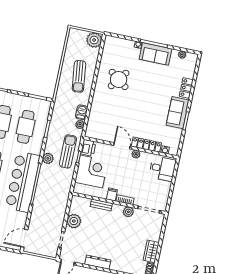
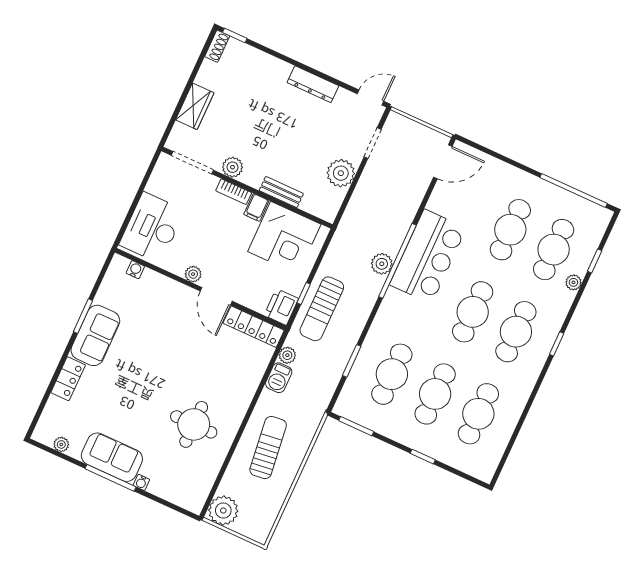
round table: (119, 79) -> (194, 424), turned -37
locker: (146, 145) -> (254, 327), moved
plant: (48, 158) -> (382, 264), moved
desk: (162, 169) -> (152, 228), width x1.37
corner desk: (91, 171) -> (284, 238), moved, turned -90
bar counter: (23, 182) -> (428, 256), width x0.73
wardrobe: (151, 251) -> (195, 106), moved

